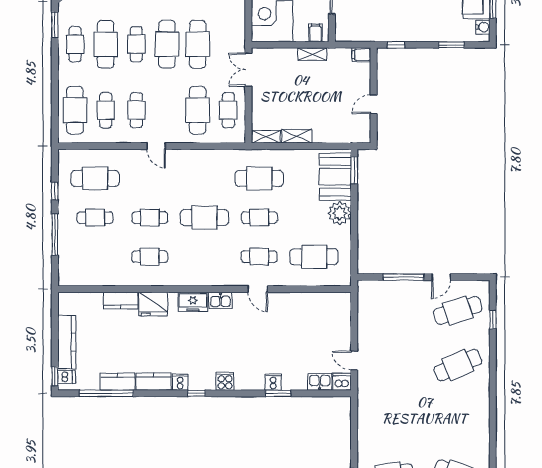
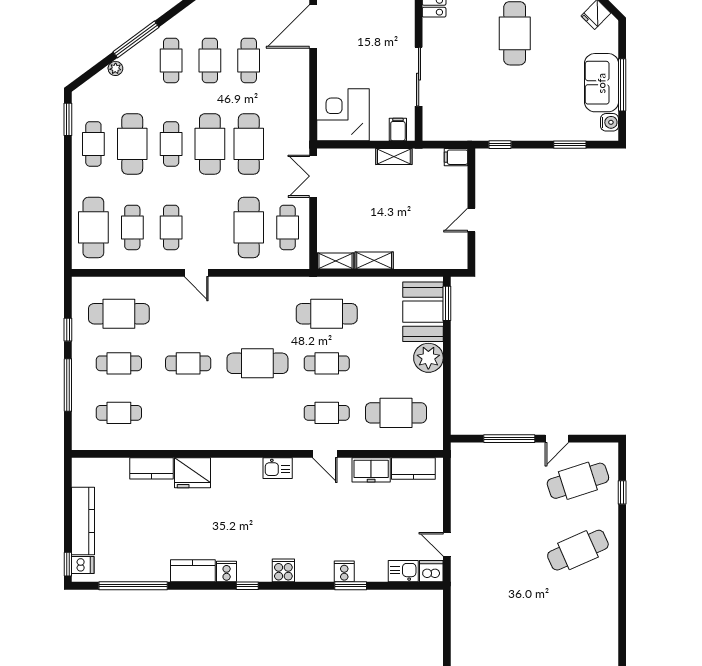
cafe table: (150, 257) -> (119, 413), moved
freezer: (193, 302) -> (371, 470), moved
kitchen counter: (118, 382) -> (413, 468), moved, turned 180

